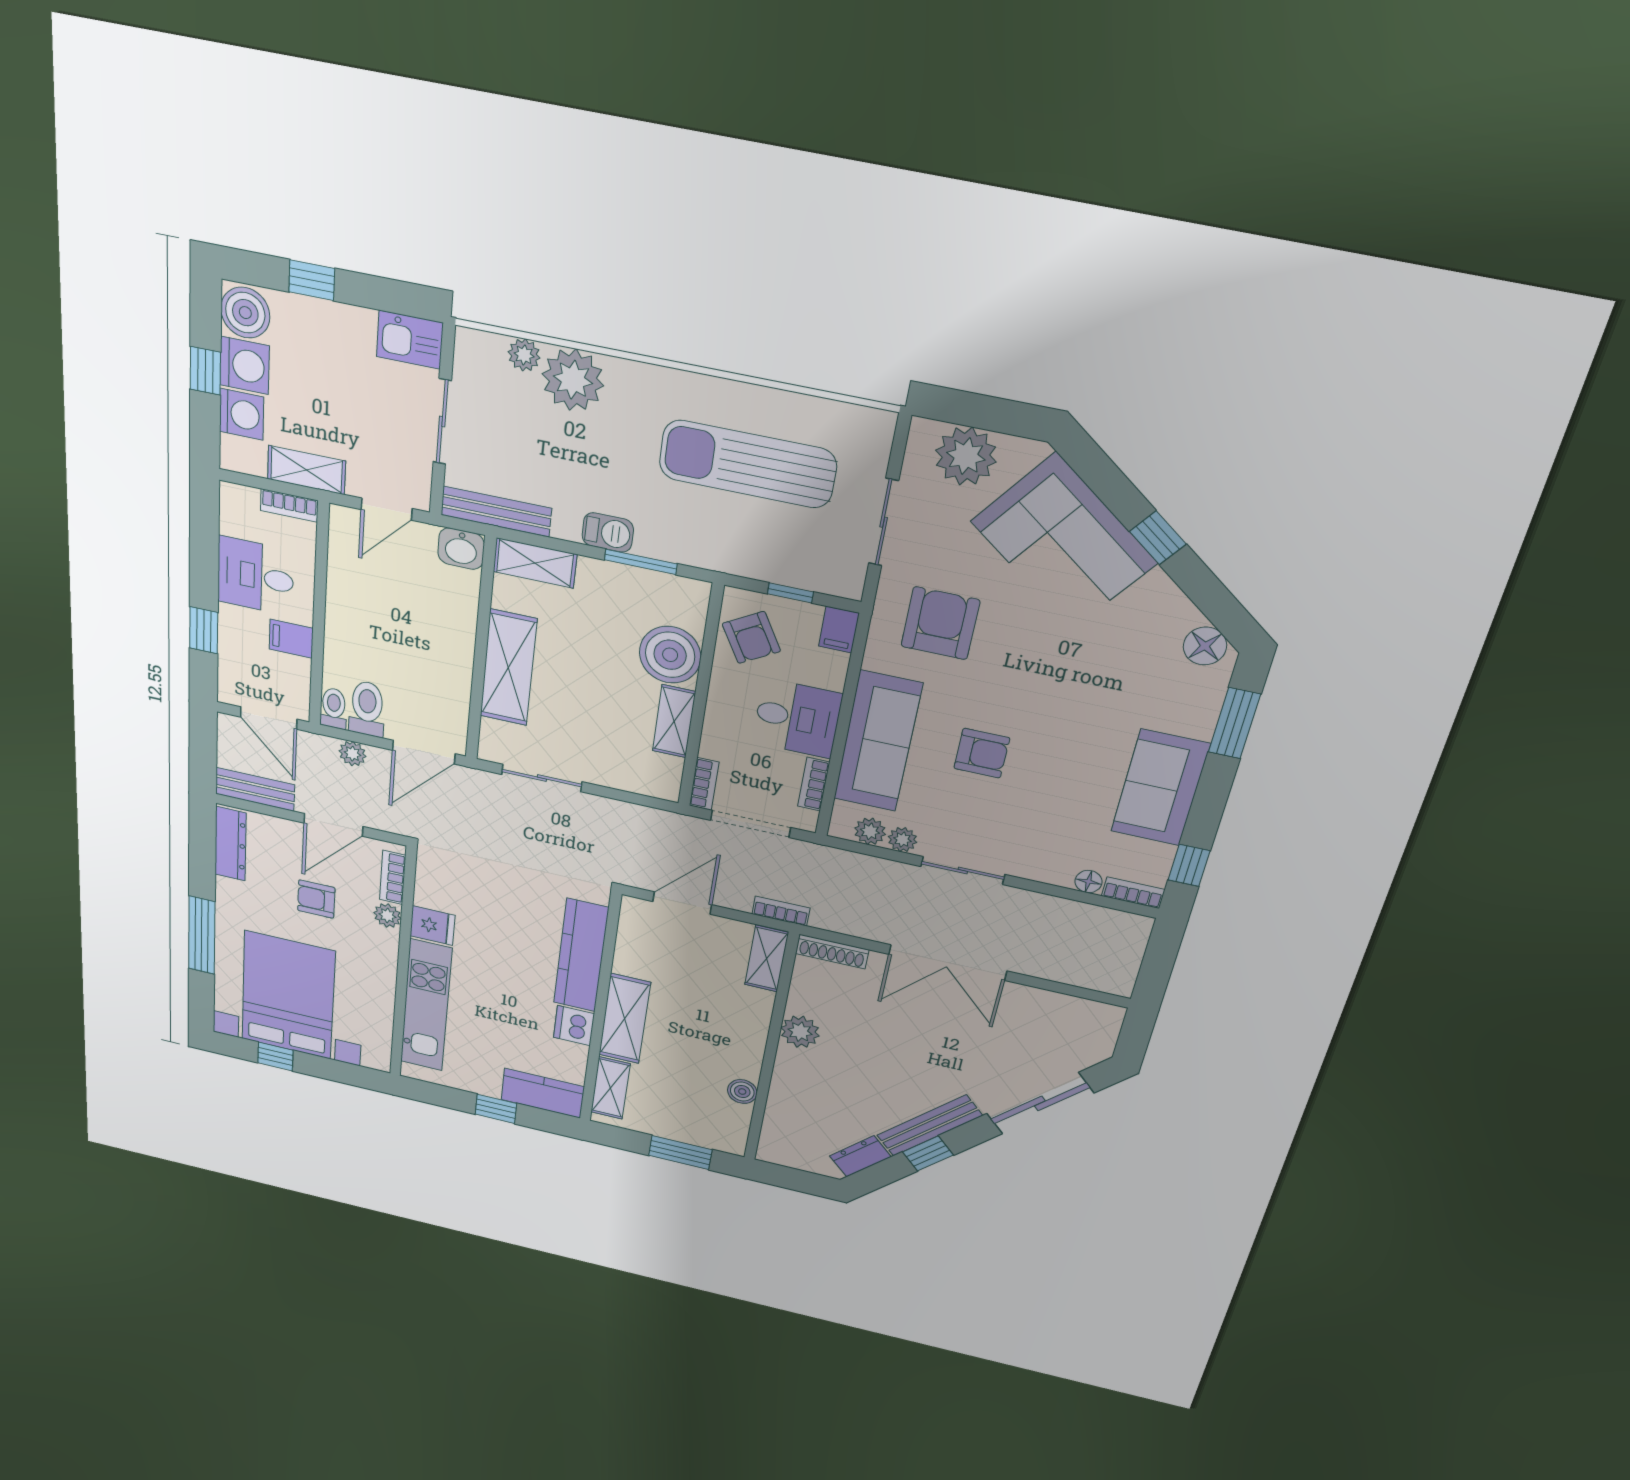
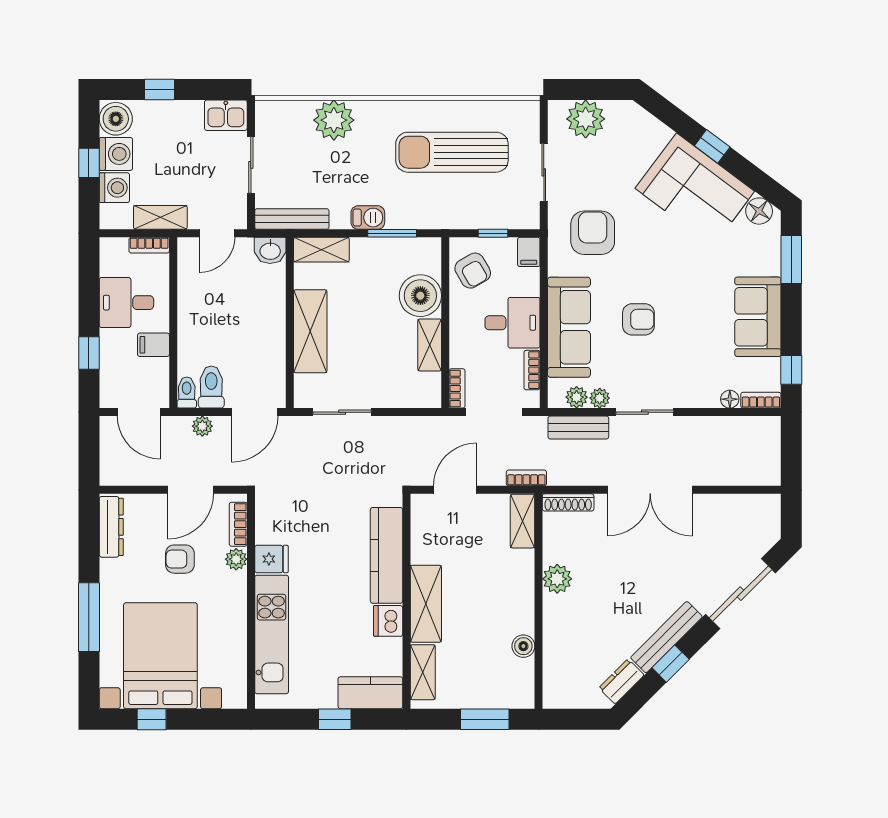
plant: (524, 355) -> (301, 110), removed
corner sofa: (1064, 542) -> (695, 190), moved
bench: (255, 789) -> (578, 428), moved

